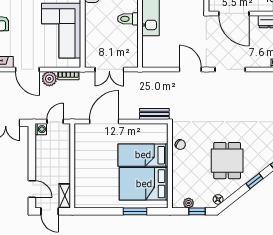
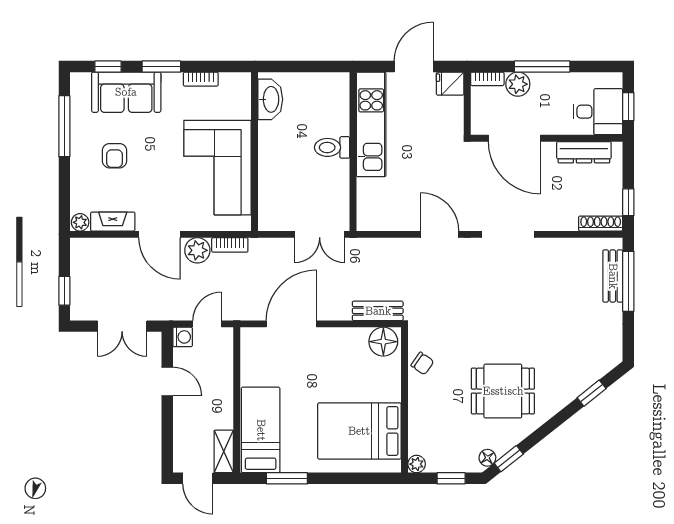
double door: (109, 69) -> (320, 234), moved
floor lamp: (158, 132) -> (383, 342), added
bed: (143, 155) -> (261, 430), moved, turned 90
dining table: (227, 161) -> (503, 391), turned 90
window: (255, 181) -> (509, 459), moved
door: (32, 189) -> (167, 382), moved
plant: (189, 203) -> (417, 464), moved
window: (135, 211) -> (287, 478), moved

